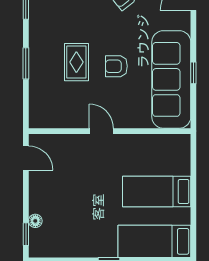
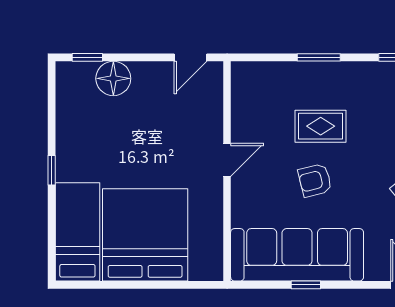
armchair: (116, 66) -> (315, 180), turned -104
bed: (157, 191) -> (145, 235), width x2.04
floor lamp: (35, 221) -> (113, 78), width x1.89, depth x1.89

